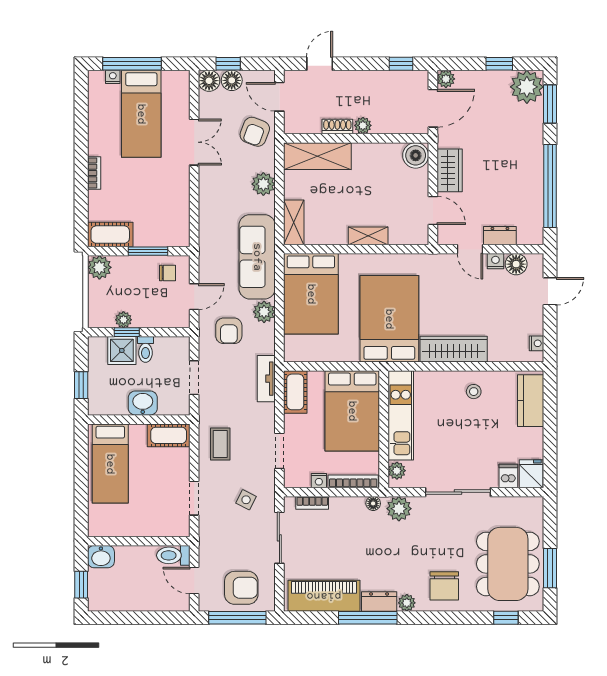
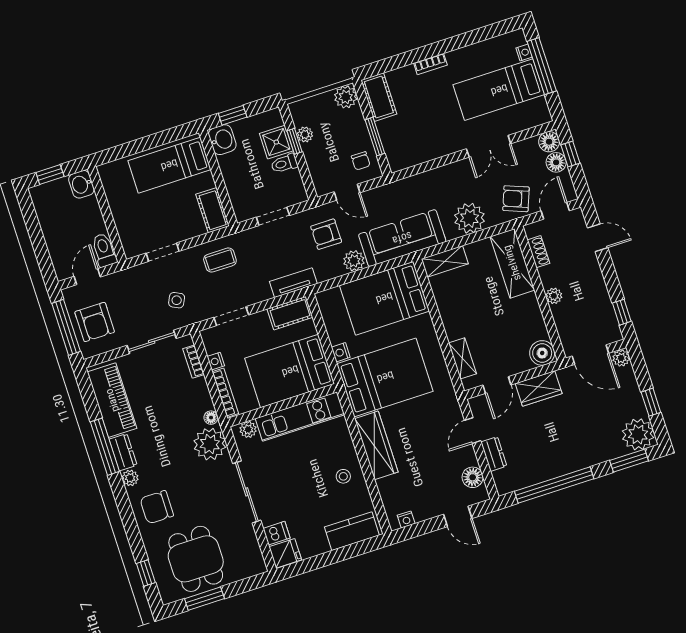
shoe rack: (337, 127) -> (538, 252), moved
plant: (263, 184) -> (469, 218), width x1.36, depth x1.36
shelving: (368, 236) -> (462, 358), moved
nightstand: (495, 261) -> (341, 352), moved, turned 180
washbasin: (143, 403) -> (222, 140), moved
plant: (399, 509) -> (210, 444), width x1.36, depth x1.36
dining table: (508, 564) -> (196, 559), width x0.73

